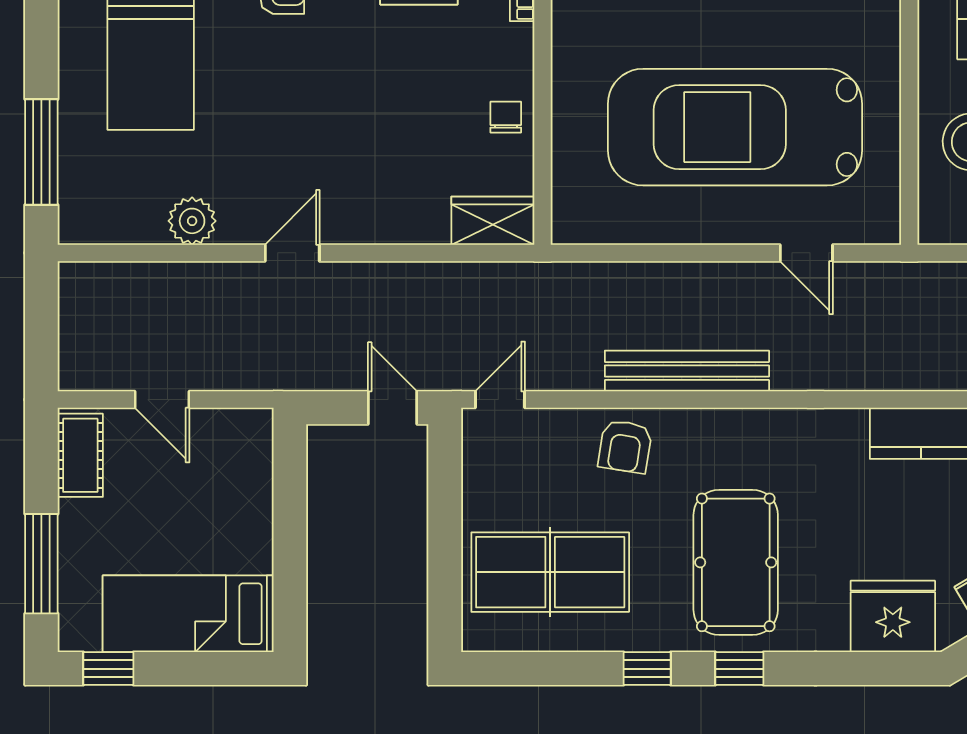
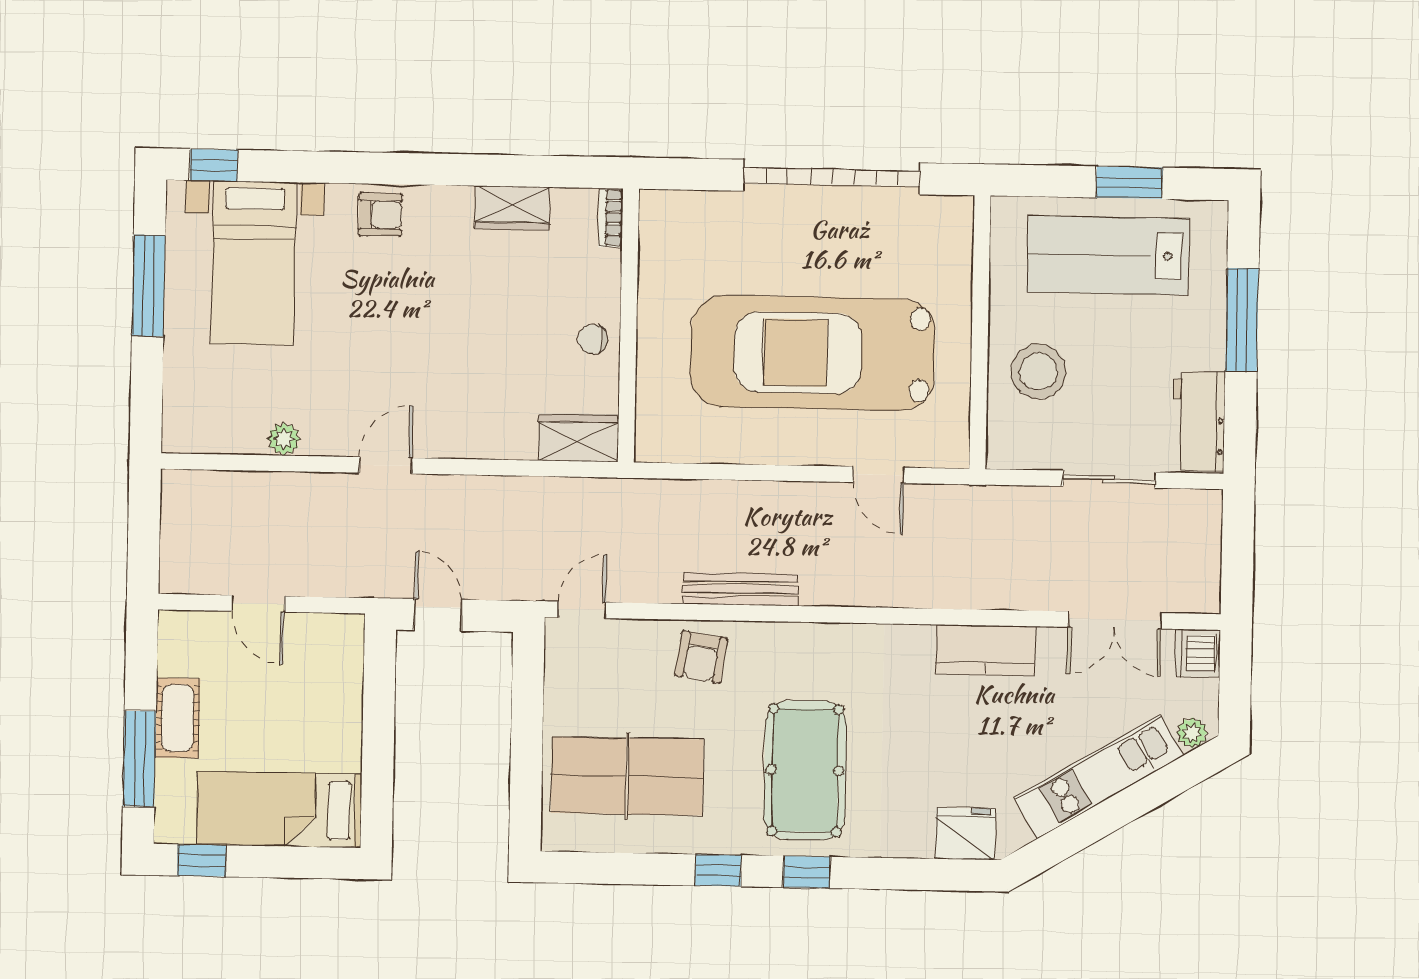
chair: (506, 117) -> (593, 339), turned -90
window: (41, 152) -> (149, 286), moved
plant: (192, 221) -> (284, 439), width x0.73, depth x0.73
bench: (687, 371) -> (741, 589), width x0.73, depth x0.82
door: (393, 408) -> (438, 615), moved
cot: (80, 455) -> (178, 718), moved
fridge: (893, 616) -> (965, 834), width x0.73, depth x0.75

